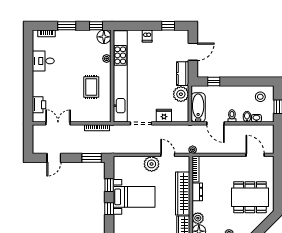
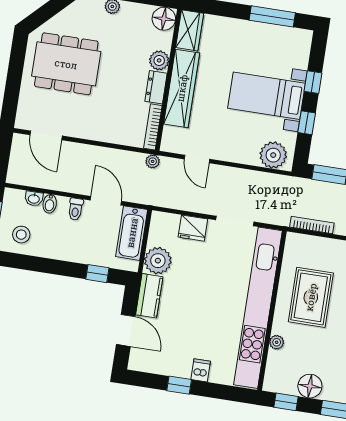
window: (168, 26) -> (179, 385), moved
floor lamp: (104, 37) -> (310, 386), moved
door: (193, 52) -> (126, 330), swing flipped
rug: (91, 87) -> (311, 297), width x1.36, depth x1.43
plant: (152, 164) -> (273, 155), moved
plant: (198, 218) -> (159, 60), moved

